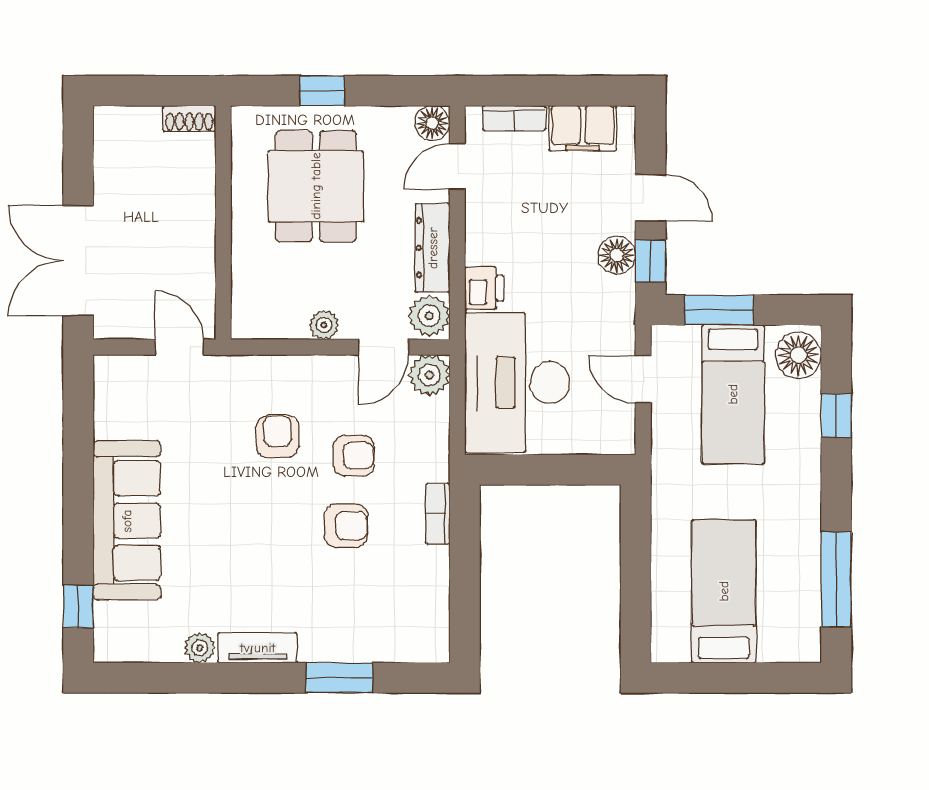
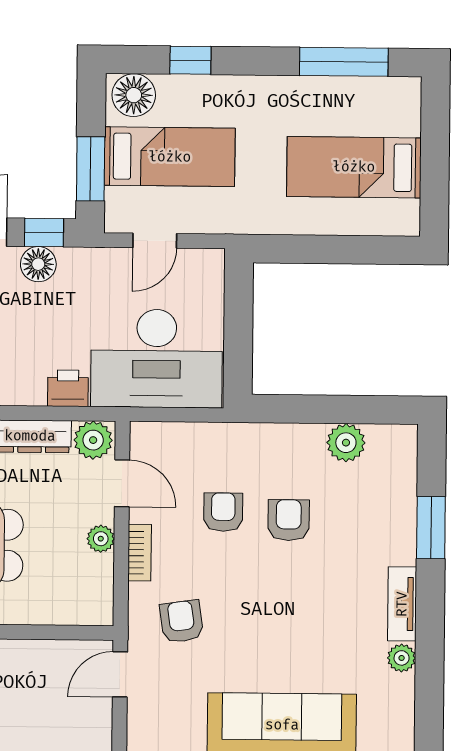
plant: (429, 375) -> (346, 443), moved
armchair: (278, 437) -> (182, 621), moved, turned 82
bookcase: (438, 514) -> (140, 553), moved, turned -90

